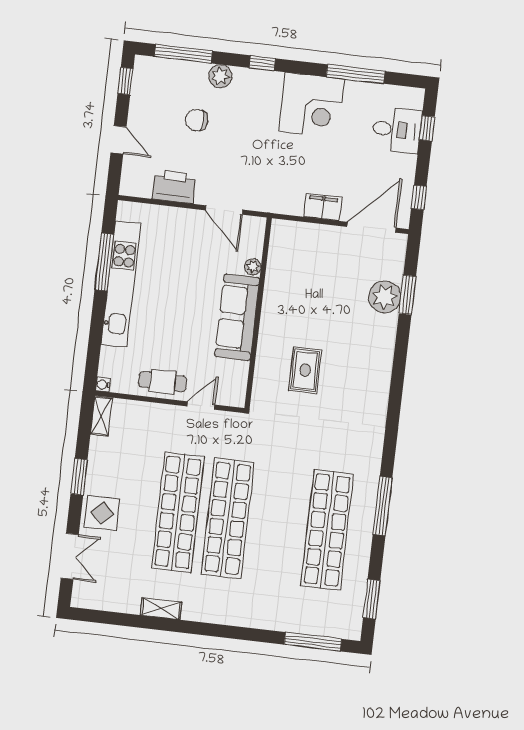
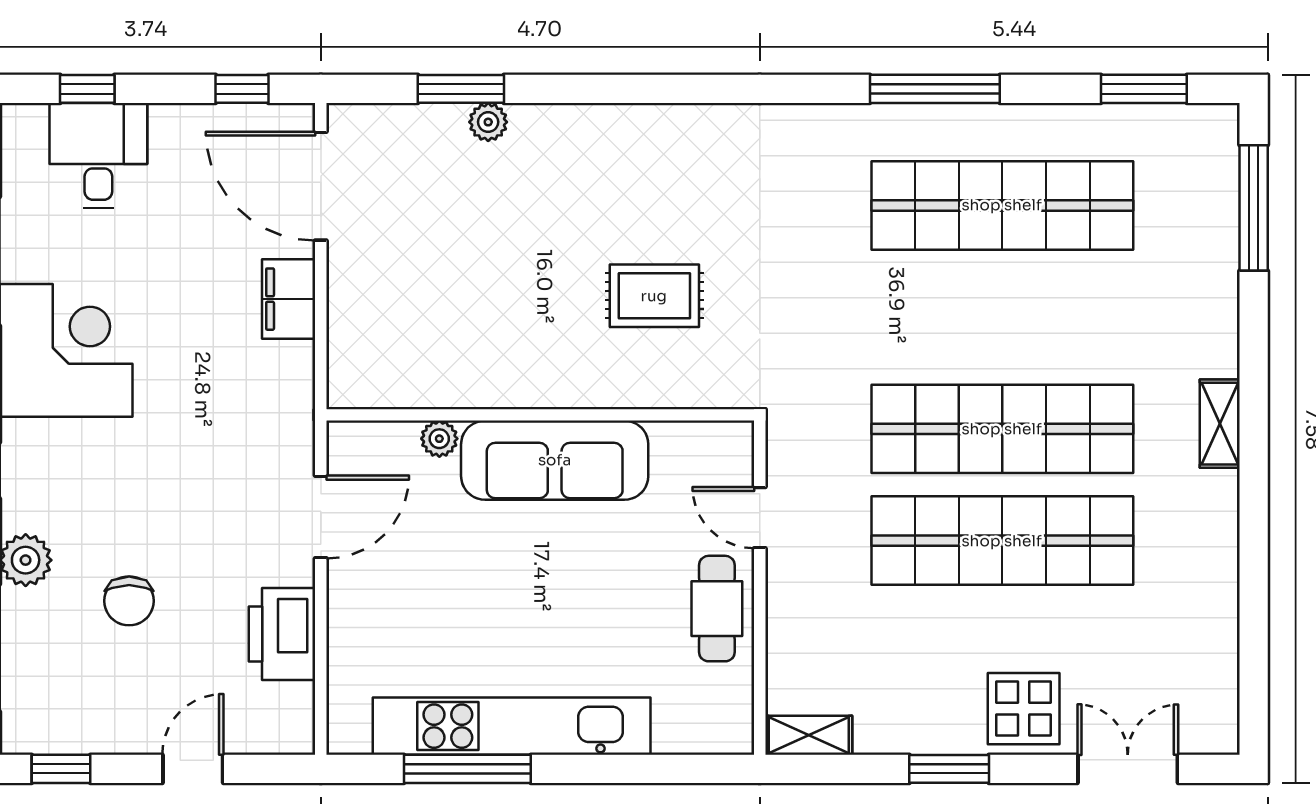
plant: (385, 297) -> (488, 122), width x0.53, depth x0.53
water cooler: (103, 385) -> (739, 740), removed
shelving: (161, 609) -> (1220, 424), moved

